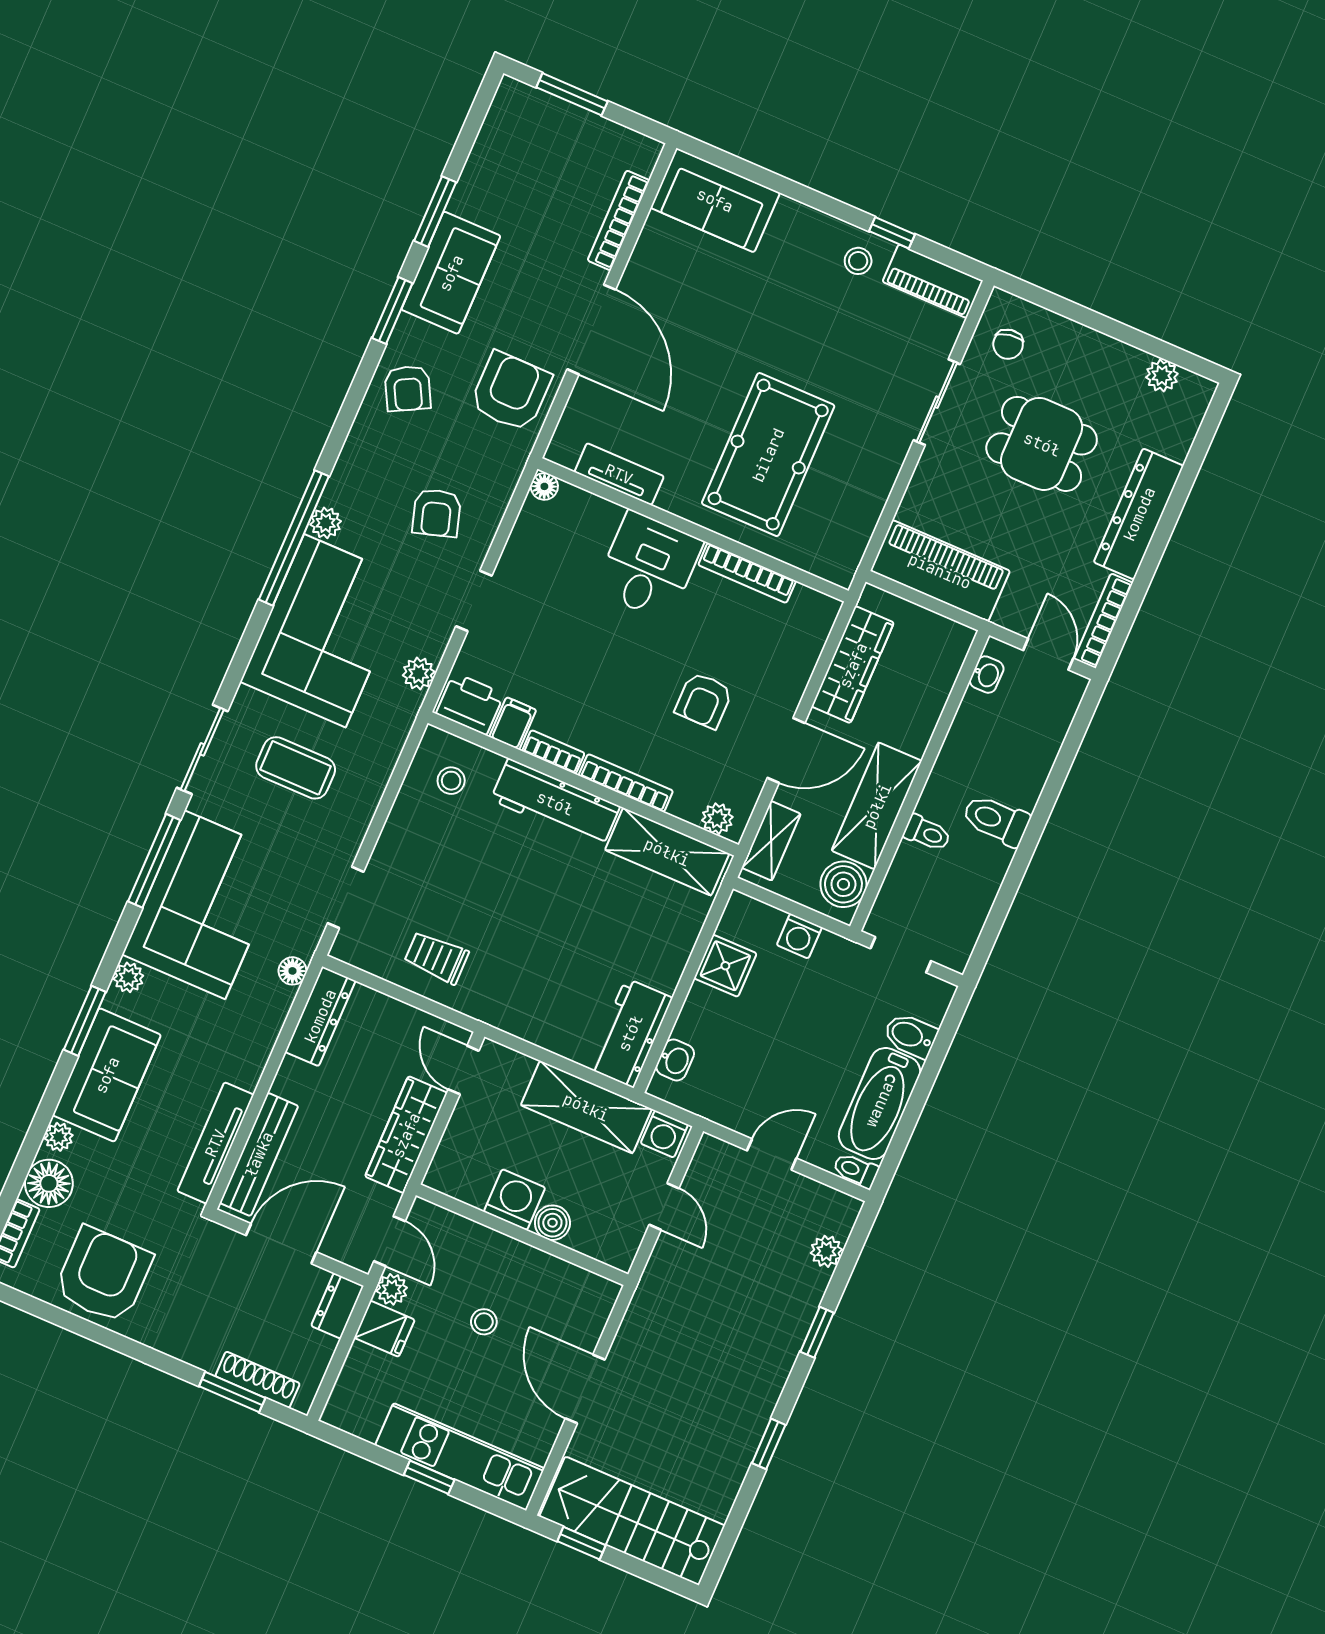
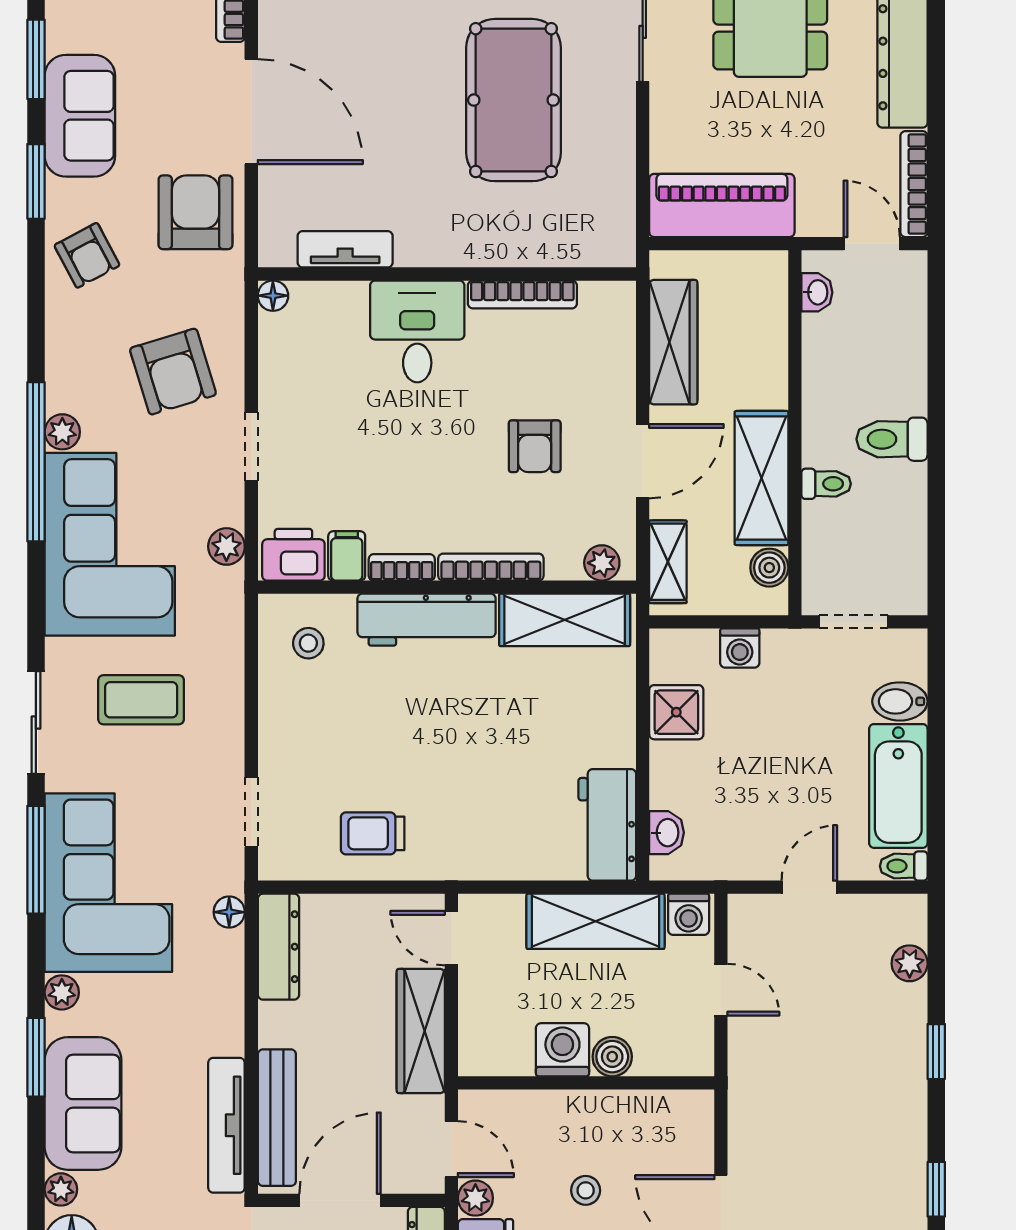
pool table: (768, 455) -> (514, 100), moved
armchair: (437, 513) -> (173, 372), width x1.38, depth x1.38
boiler: (843, 884) -> (769, 568), width x0.73, depth x0.73

